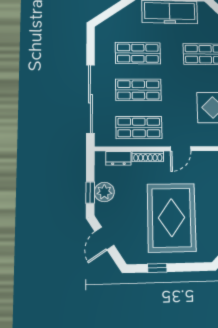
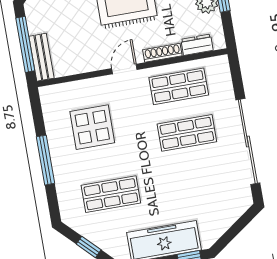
shop shelf: (138, 53) -> (195, 179), removed
sliding door: (90, 99) -> (248, 141), moved

